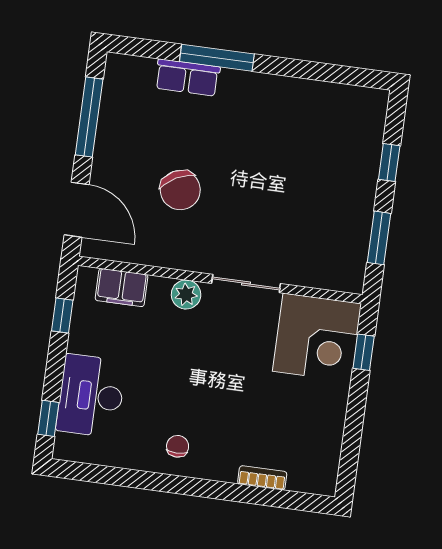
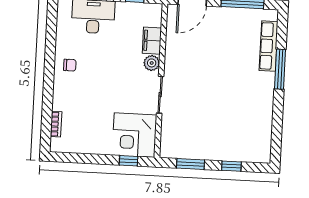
row of seats: (187, 78) -> (269, 46), width x1.48
chair: (180, 190) -> (207, 55), removed
filing cabinet: (122, 288) -> (152, 41), moved
bookcase: (262, 478) -> (56, 124), moved

